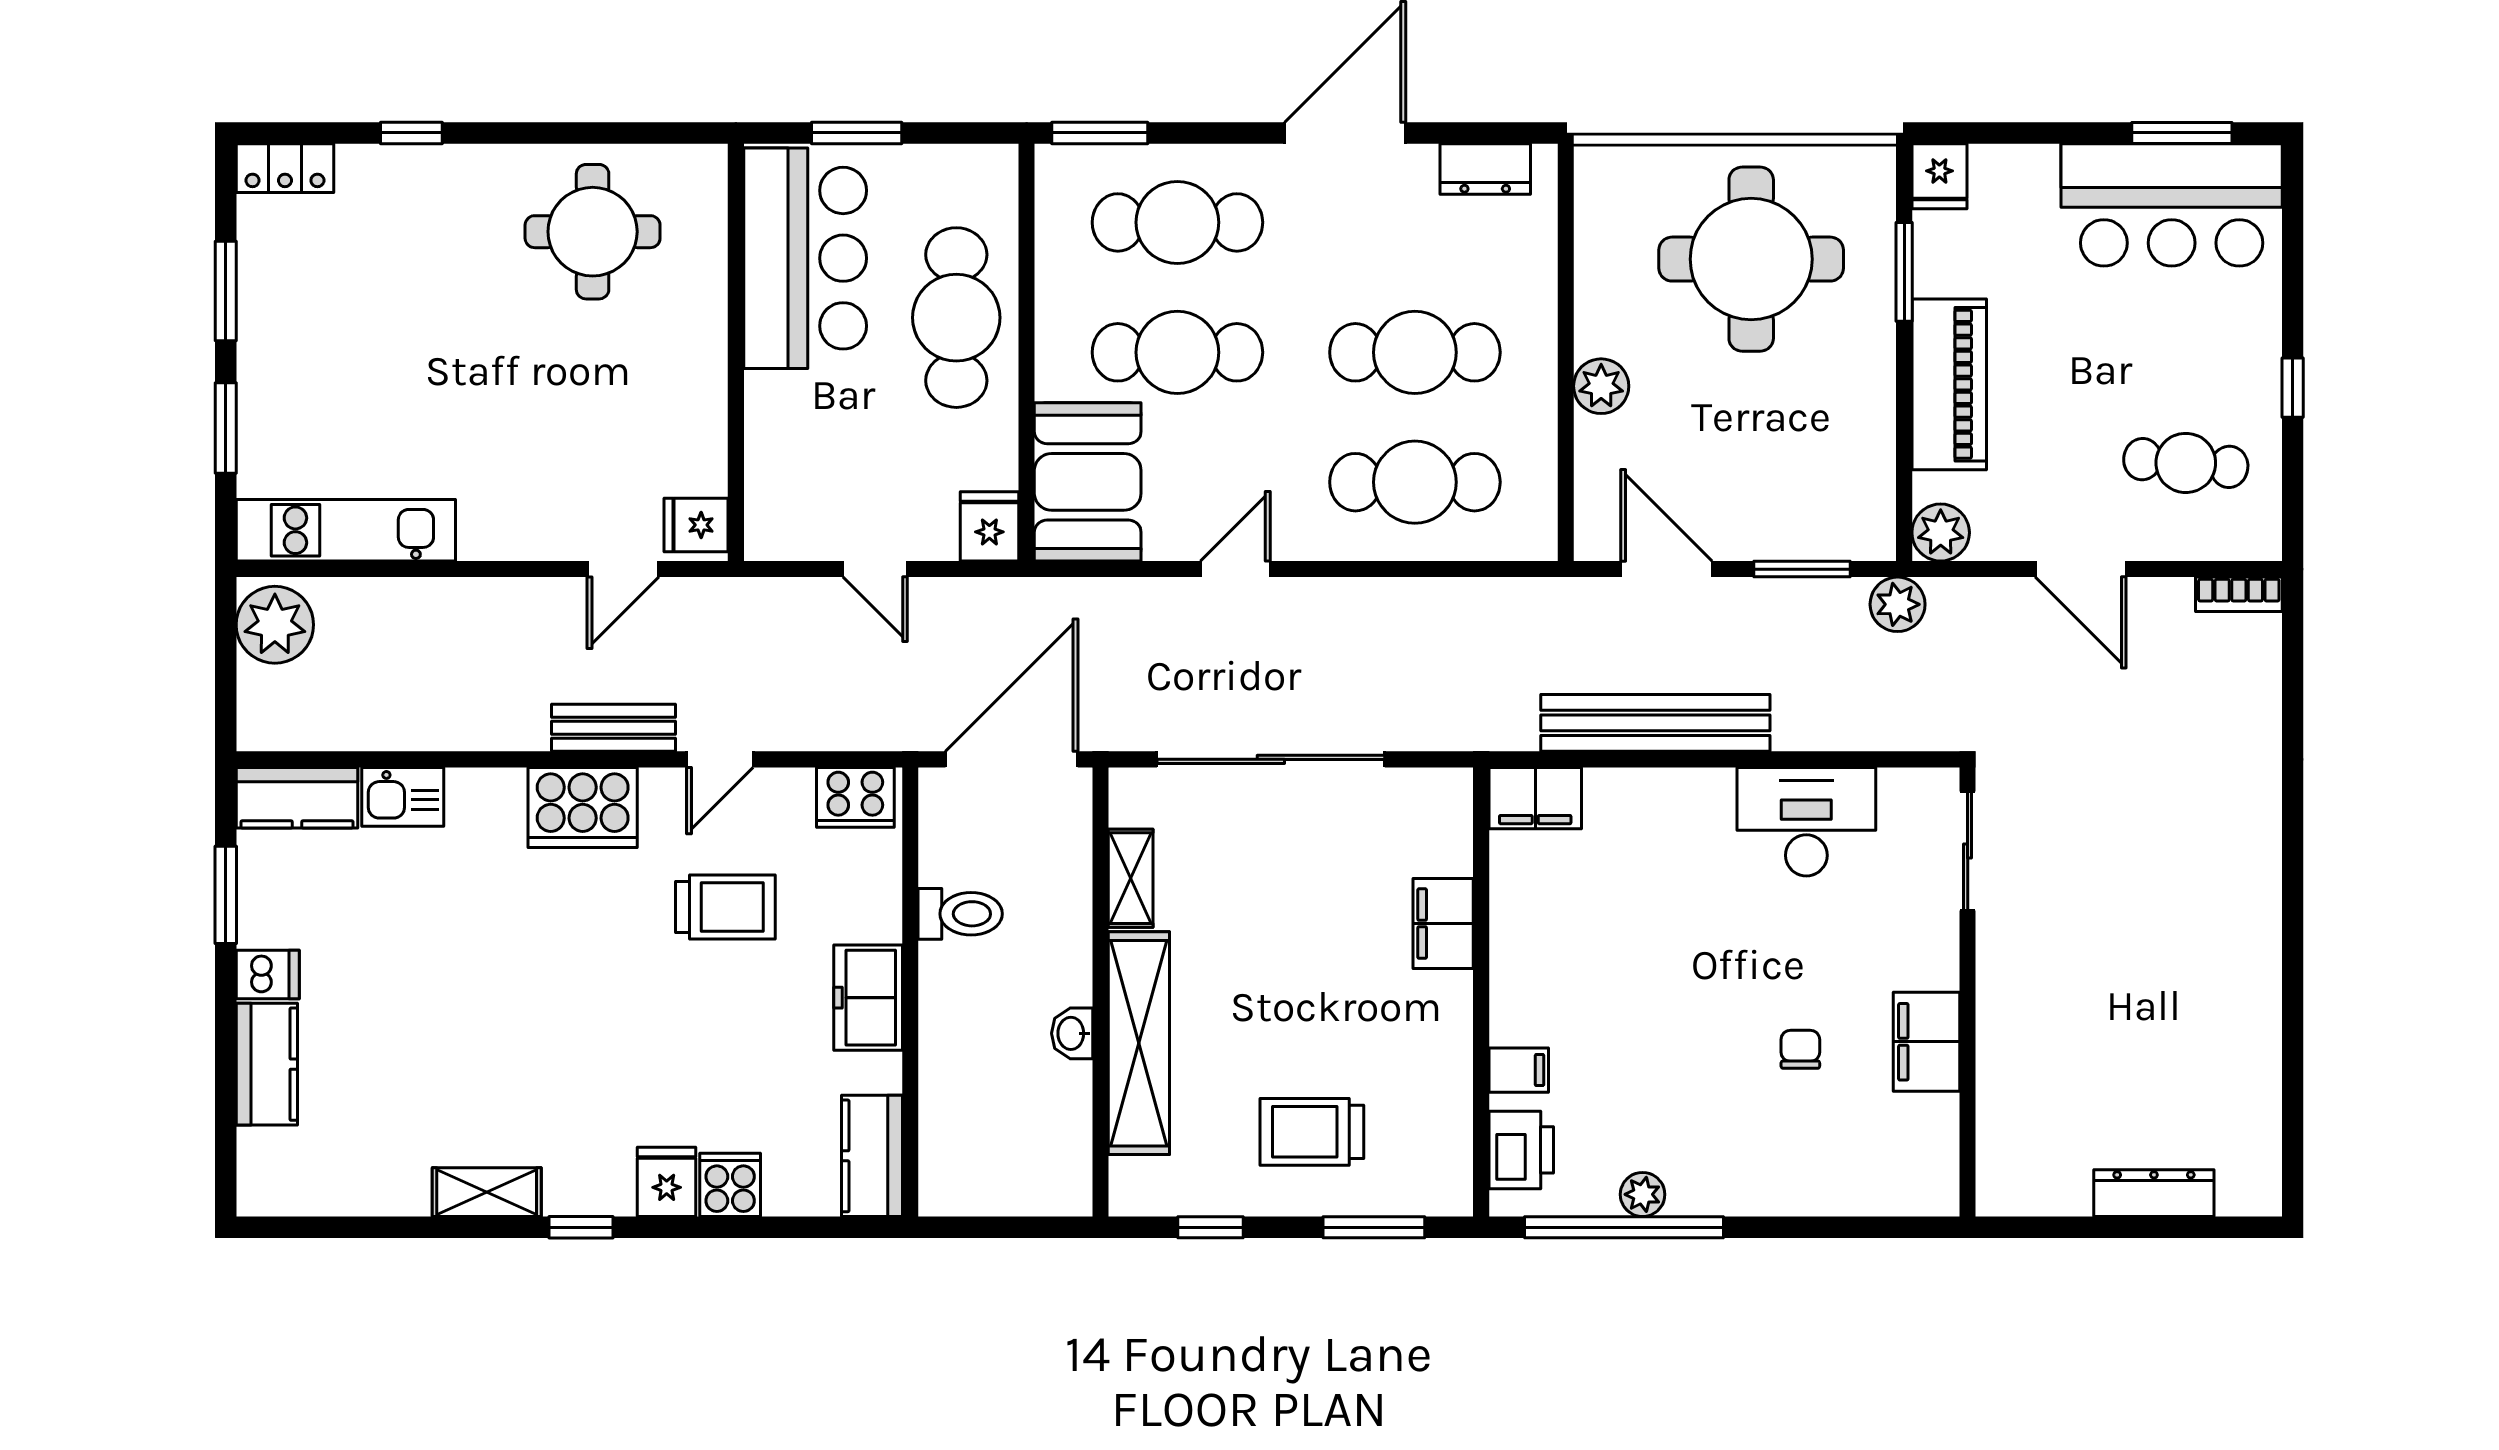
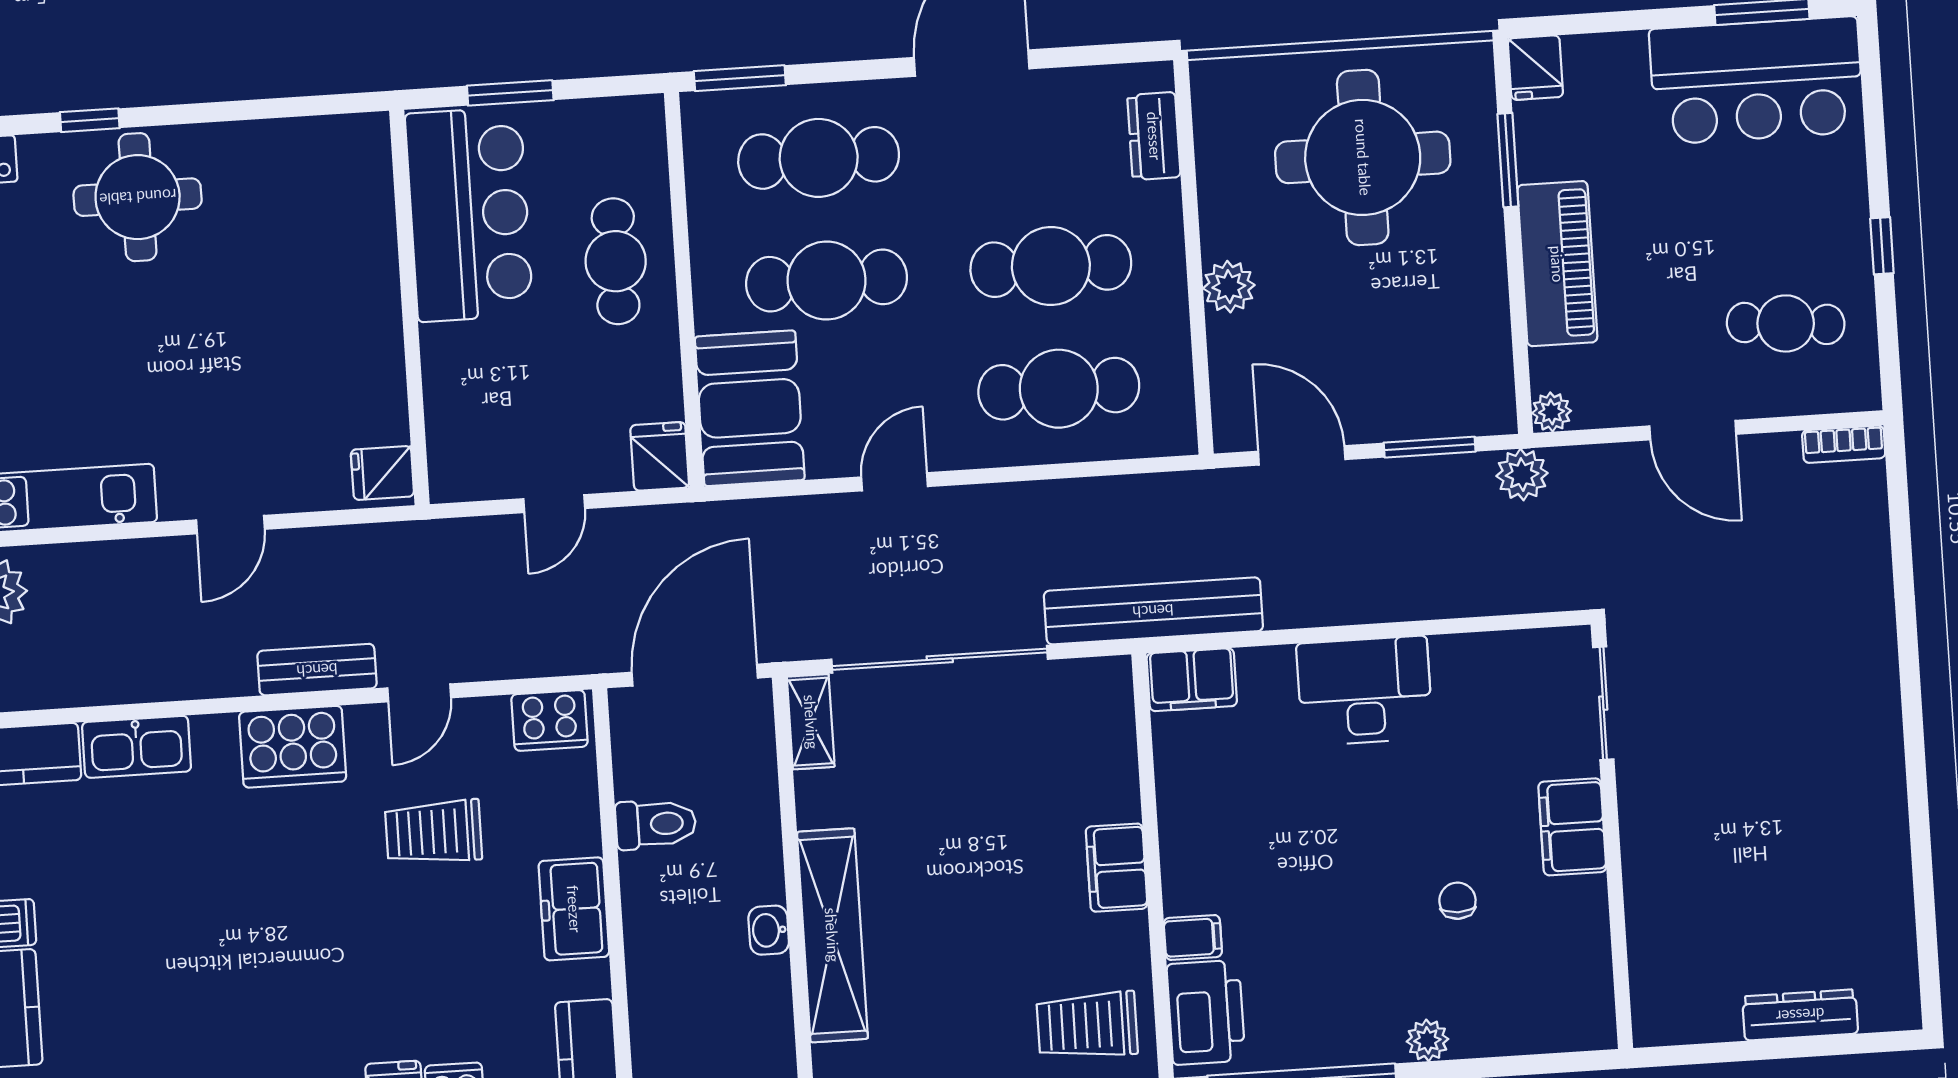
dresser: (1485, 169) -> (1154, 136), moved, turned 90
round table: (593, 232) -> (138, 197), moved
cafe table: (956, 318) -> (616, 261), width x0.73, depth x0.74
plant: (1941, 533) -> (1551, 412), width x0.73, depth x0.73
door: (623, 569) -> (230, 525), moved
door: (875, 569) -> (554, 504), hinge flipped
bench: (1655, 723) -> (1153, 611), moved
kitchen sink: (403, 797) -> (137, 747), width x1.38
desk: (1806, 822) -> (1365, 691), moved
shelving: (1131, 878) -> (811, 722), moved
trolley: (725, 907) -> (433, 832), turned 180
filing cabinet: (1443, 924) -> (1117, 868), moved
filing cabinet: (1927, 1042) -> (1572, 827), moved
trolley: (1312, 1132) -> (1087, 1025), moved
printer: (1521, 1150) -> (1206, 1012), width x1.37, depth x1.19
plant: (1643, 1194) -> (1427, 1040), moved

